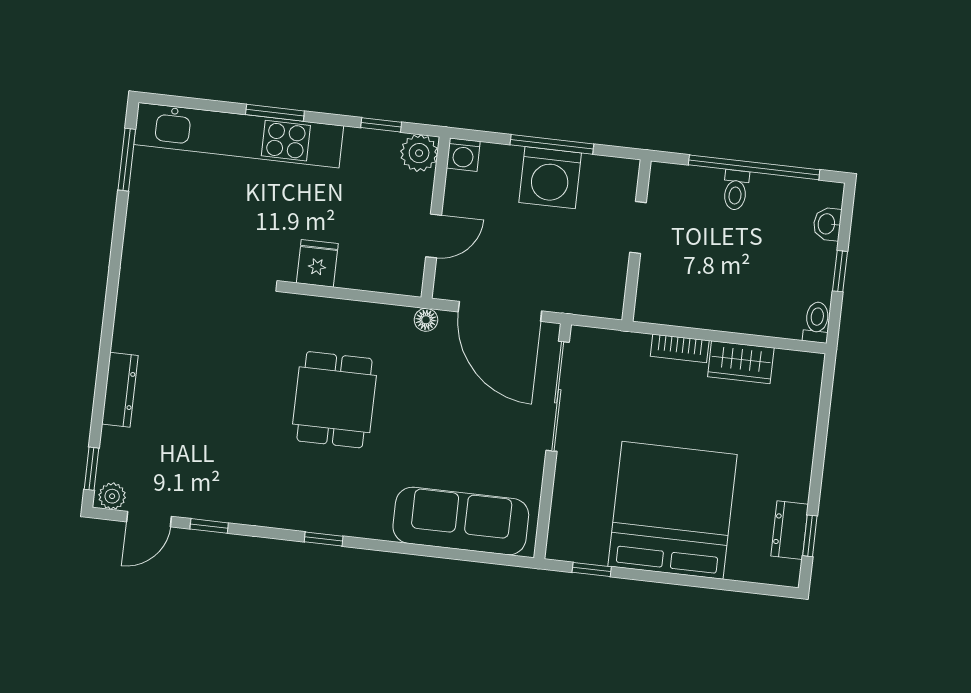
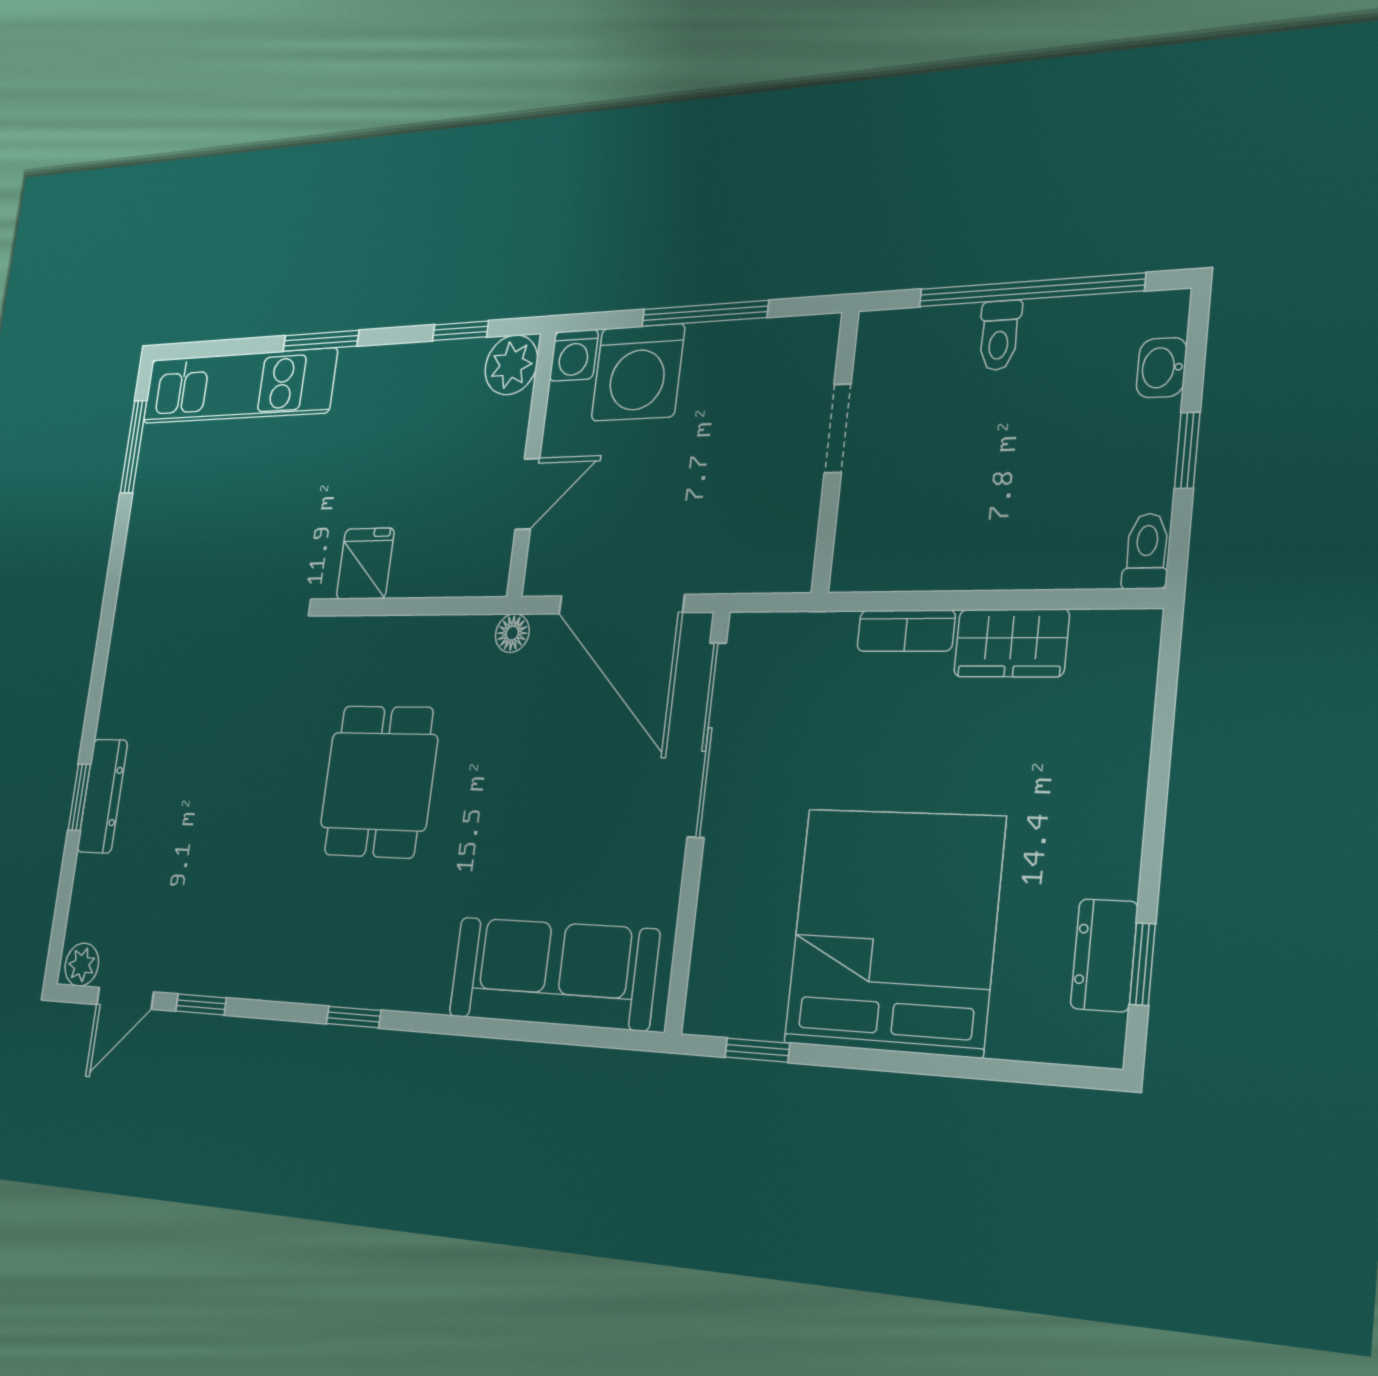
kitchen unit: (239, 135) -> (239, 386), width x0.73
washing machine: (550, 178) -> (638, 372), moved
window: (92, 469) -> (79, 797), moved

